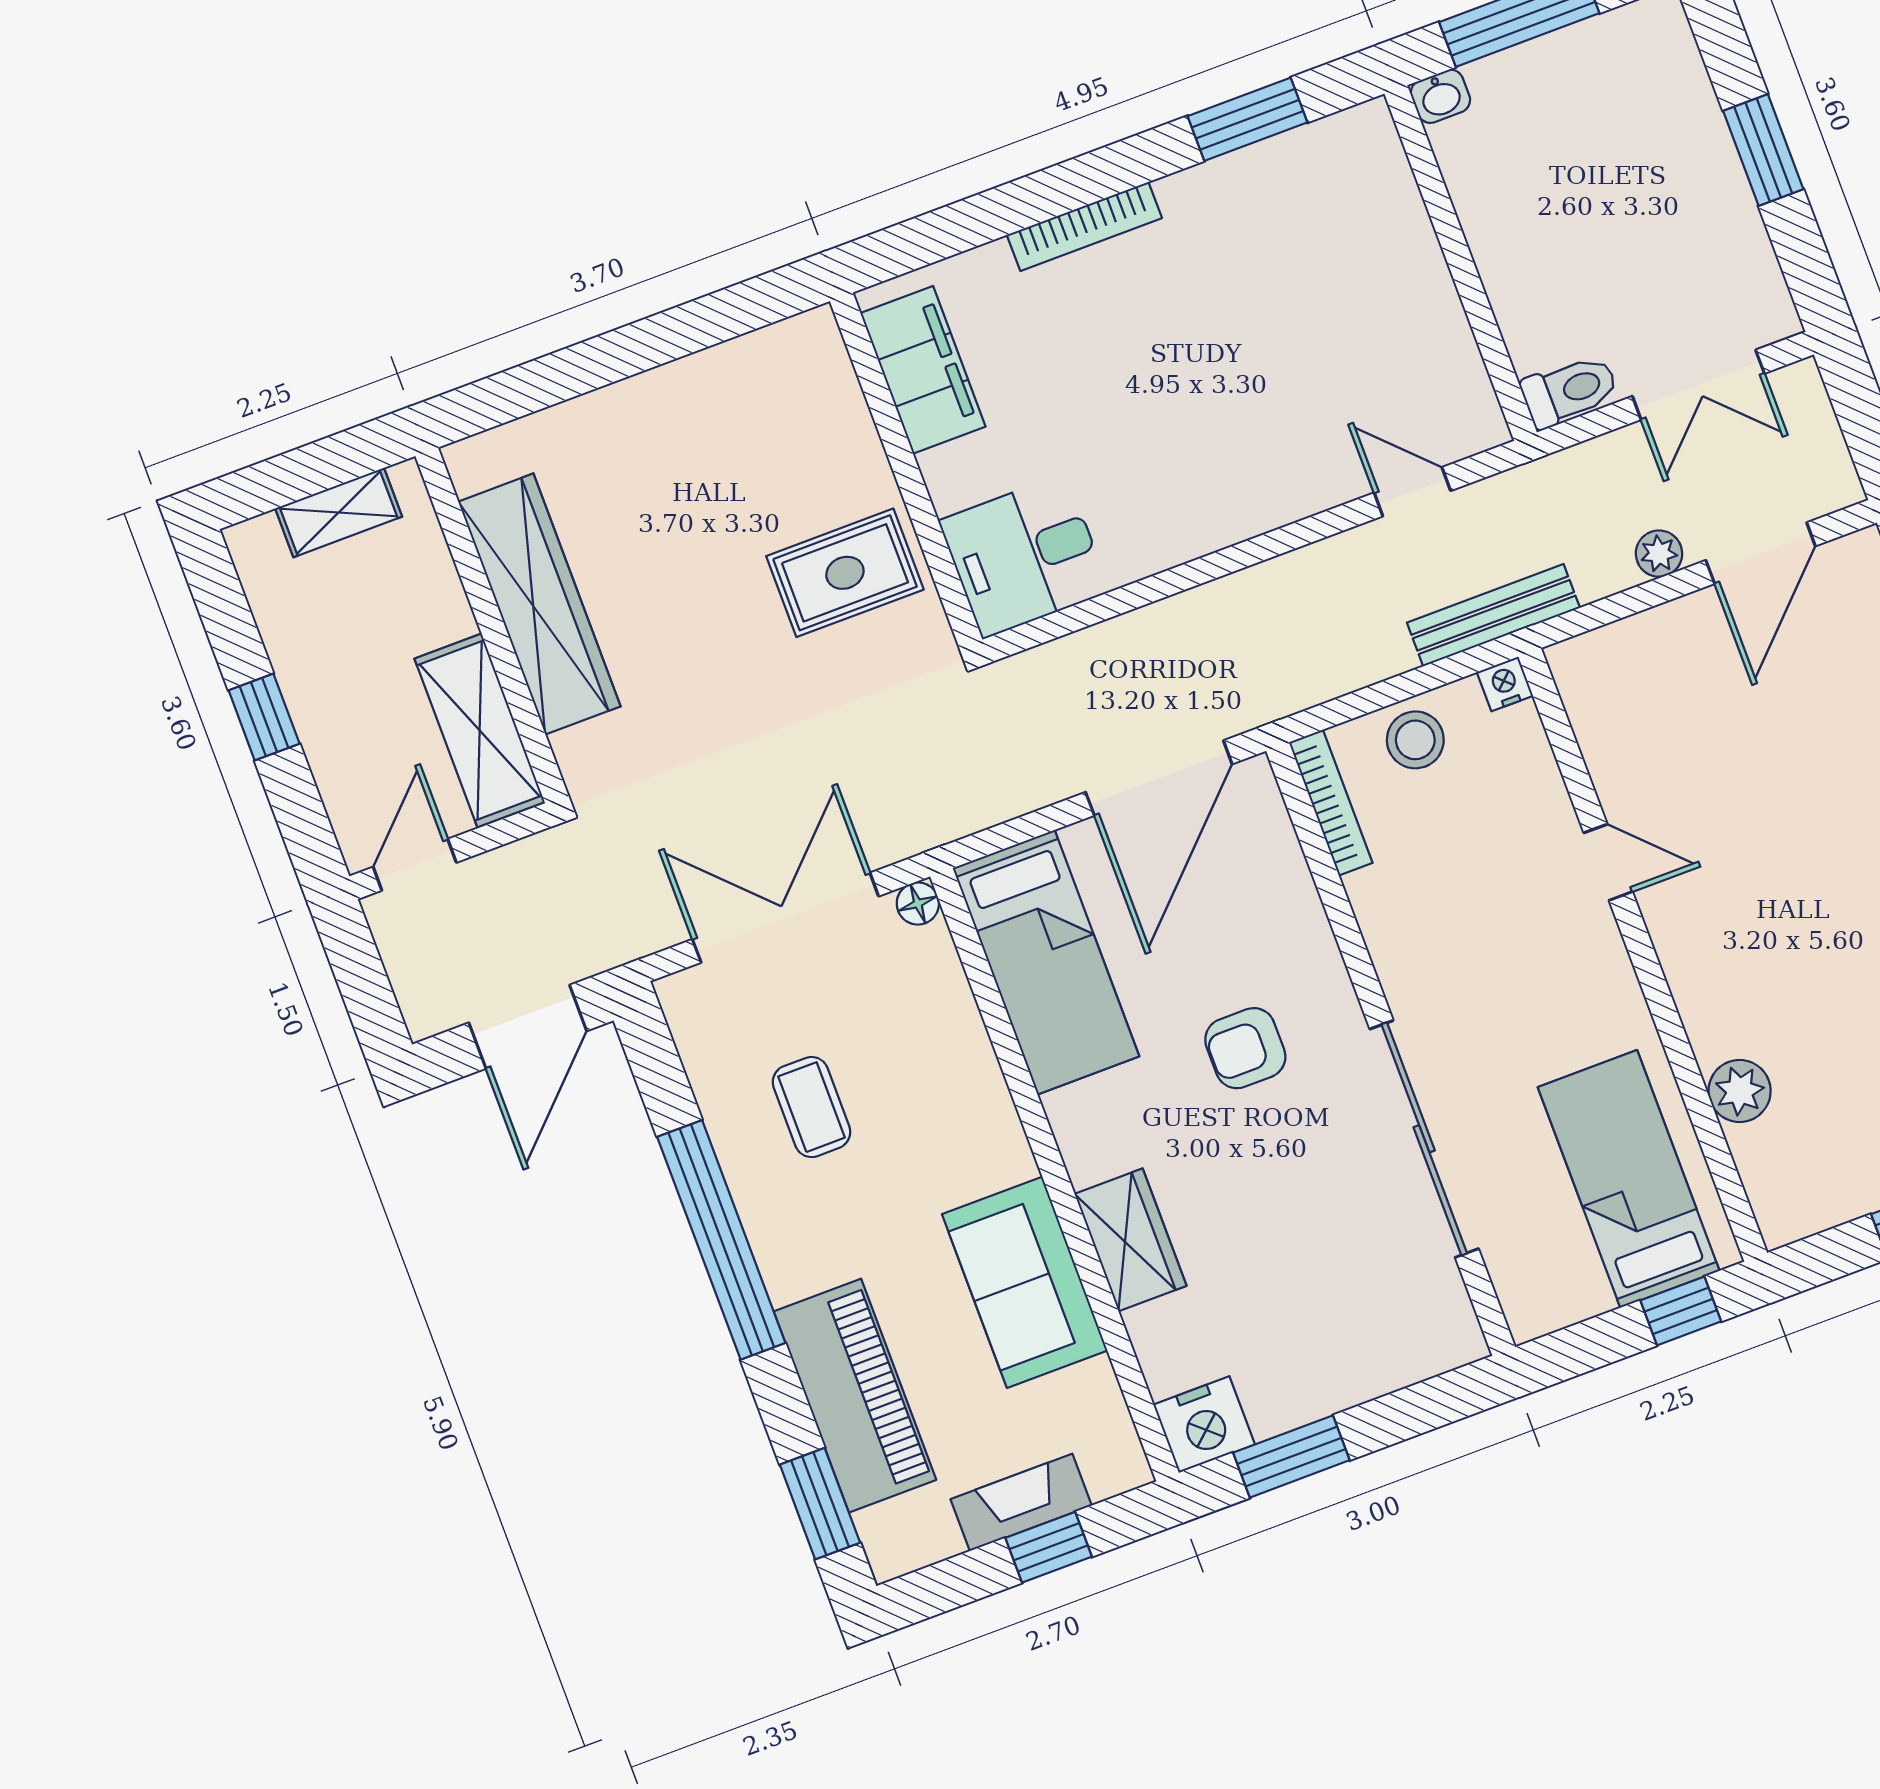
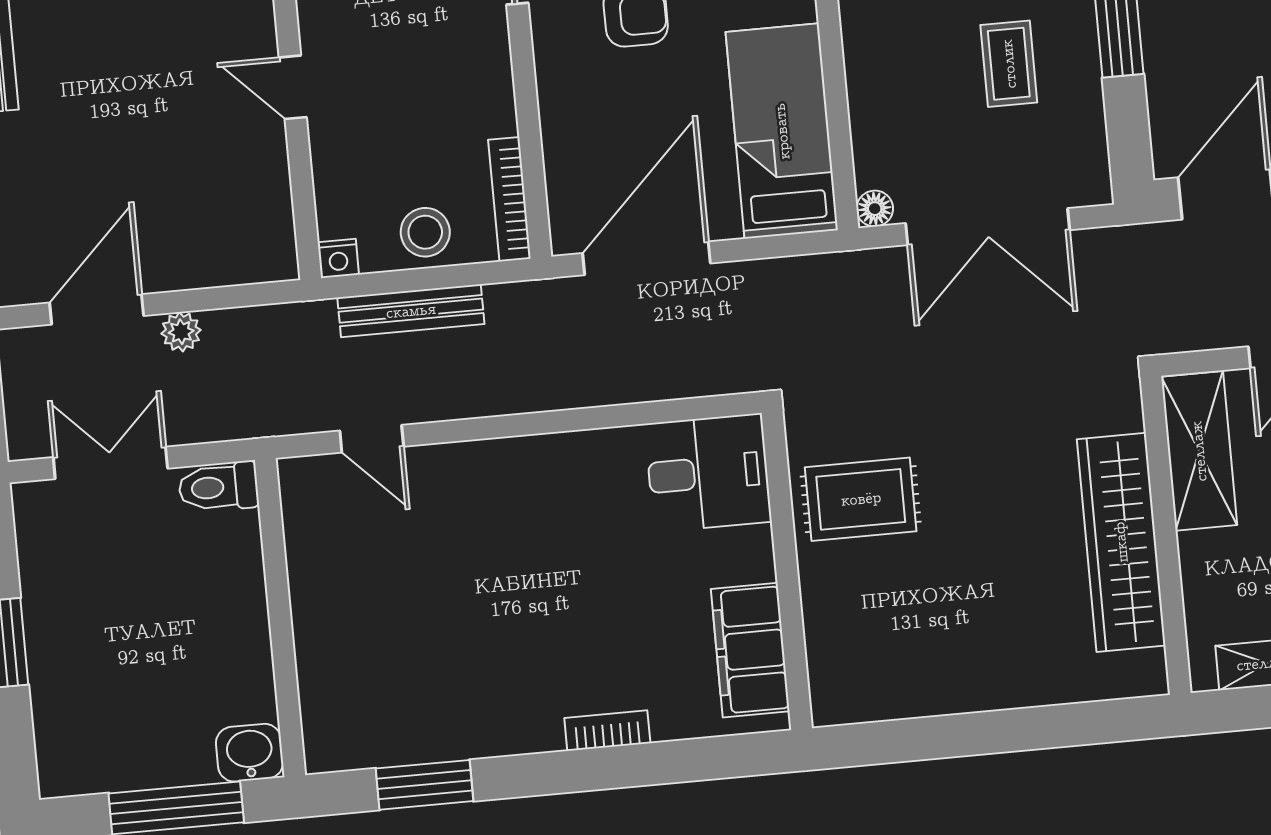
washbasin: (1440, 96) -> (250, 753), width x1.38, depth x1.45
bookcase: (1084, 226) -> (607, 730), width x0.64
bench: (1493, 615) -> (411, 311), moved

